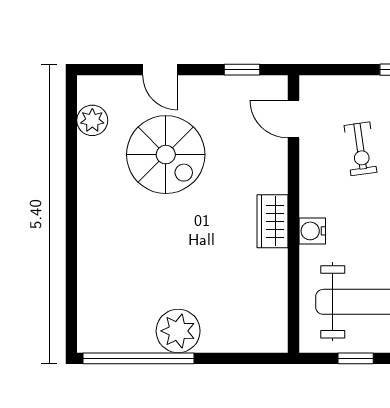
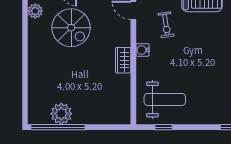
water cooler: (312, 231) -> (143, 50), moved
plant: (178, 331) -> (61, 114), moved

